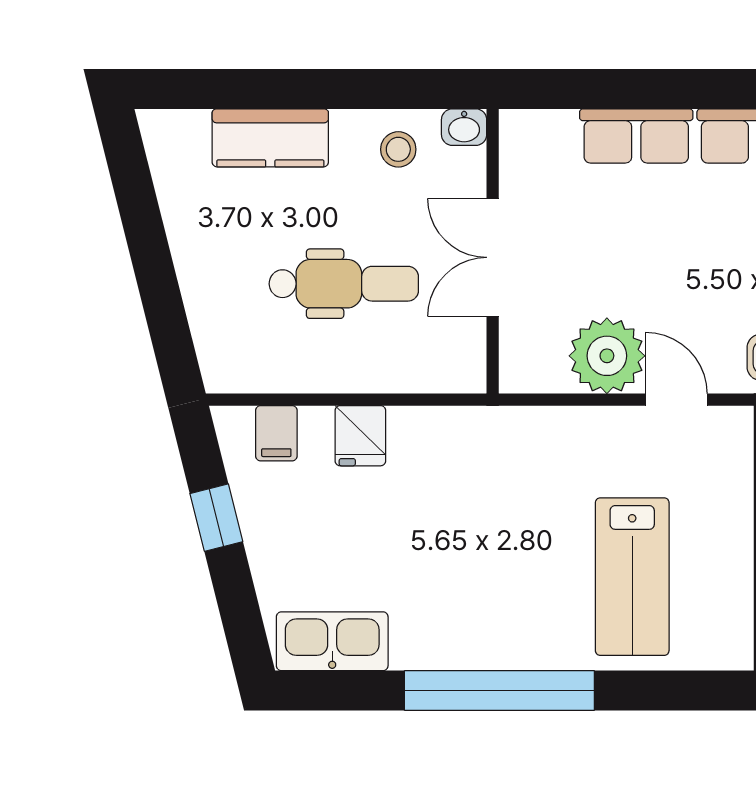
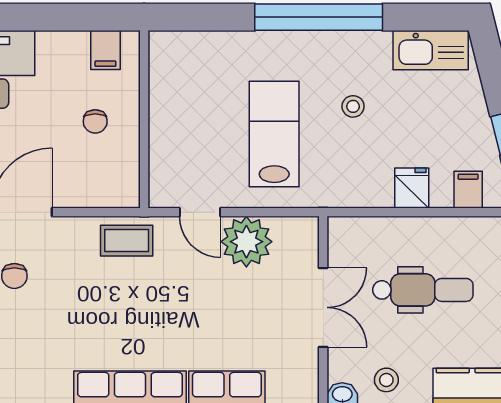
dental chair: (344, 284) -> (423, 290), turned 180
stool: (448, 557) -> (353, 106), added
lab bench: (632, 577) -> (274, 134), moved

